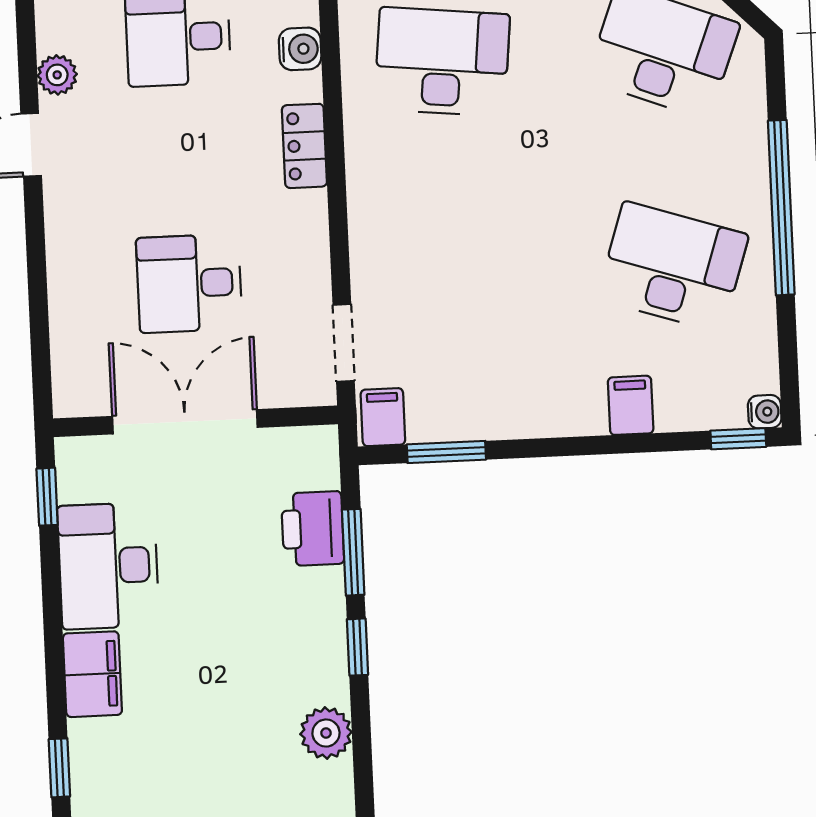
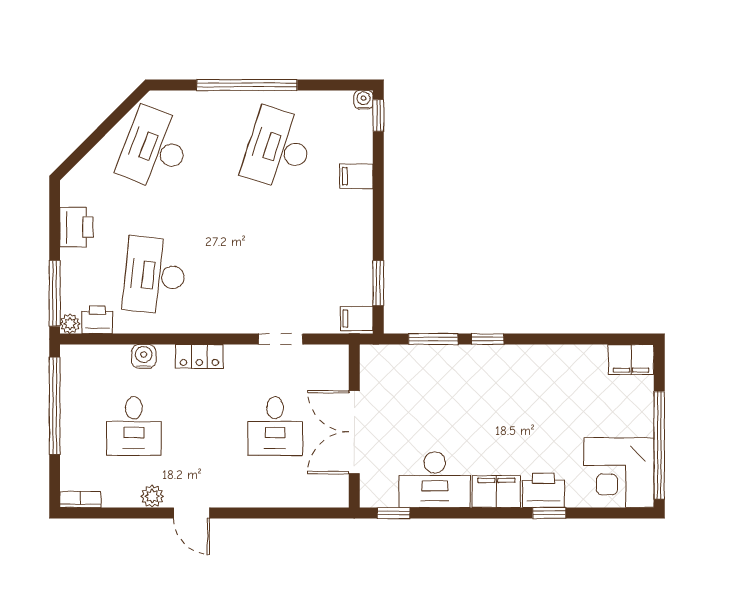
doorway: (344, 343) -> (280, 339), moved
printer: (313, 529) -> (543, 490), moved, turned 180
plant: (326, 733) -> (536, 359), removed

